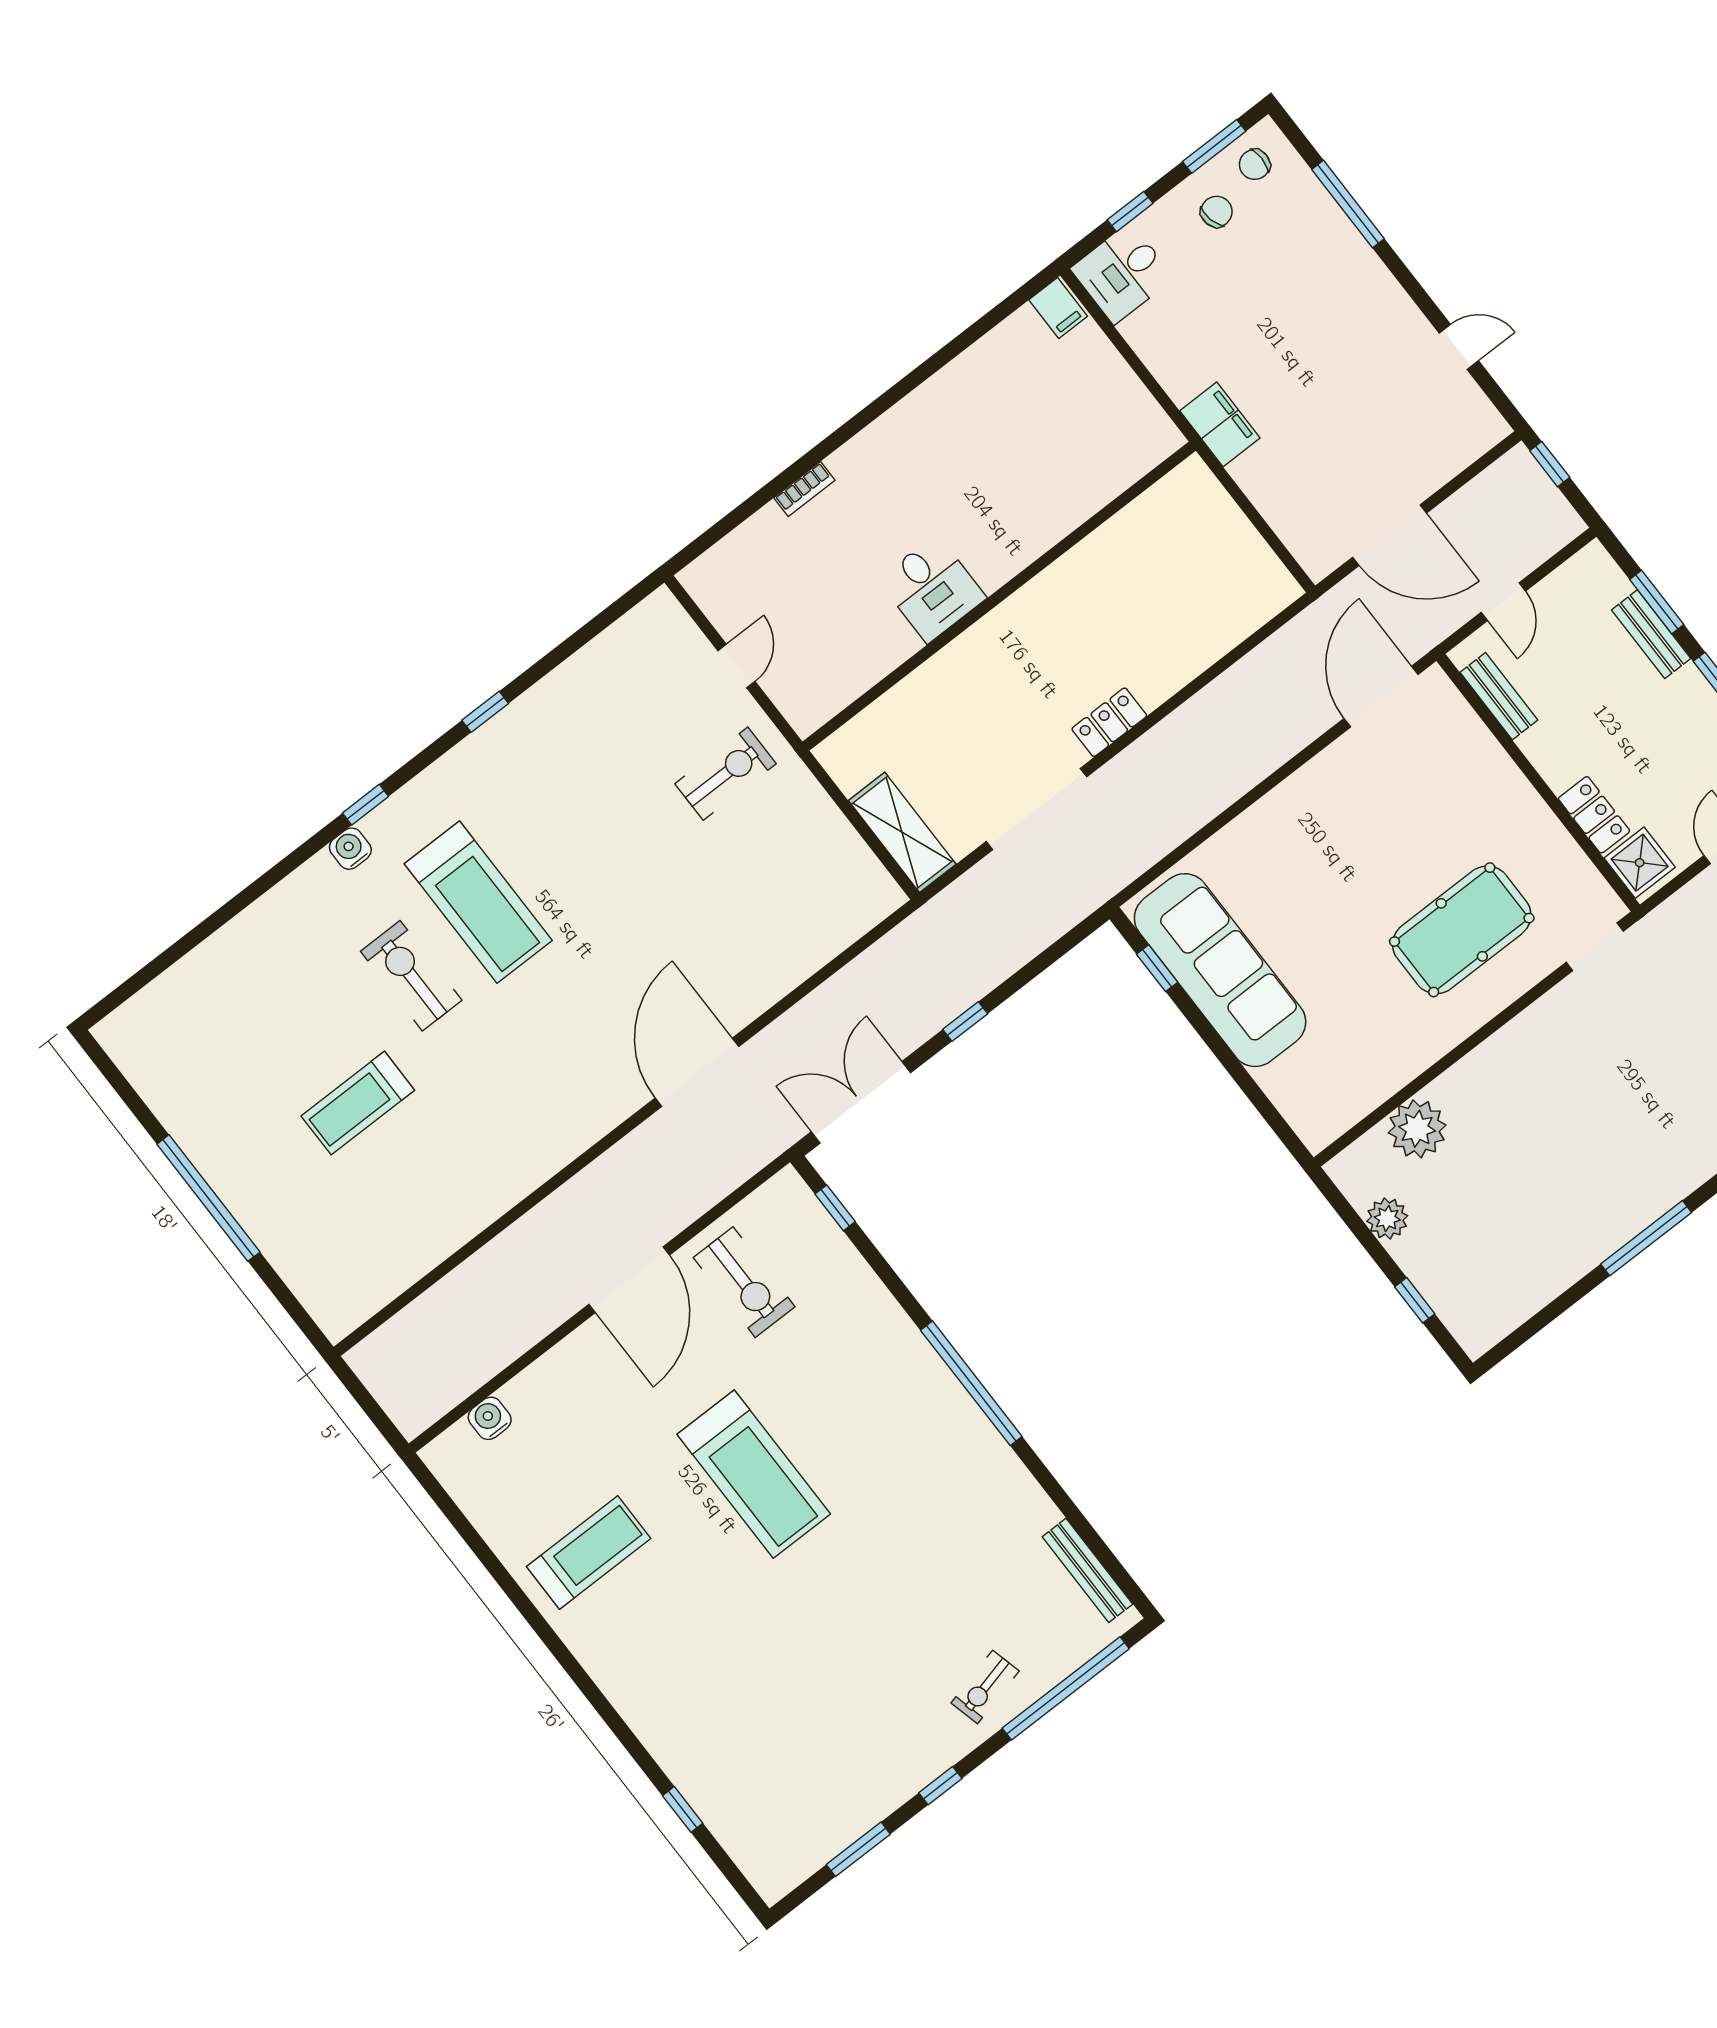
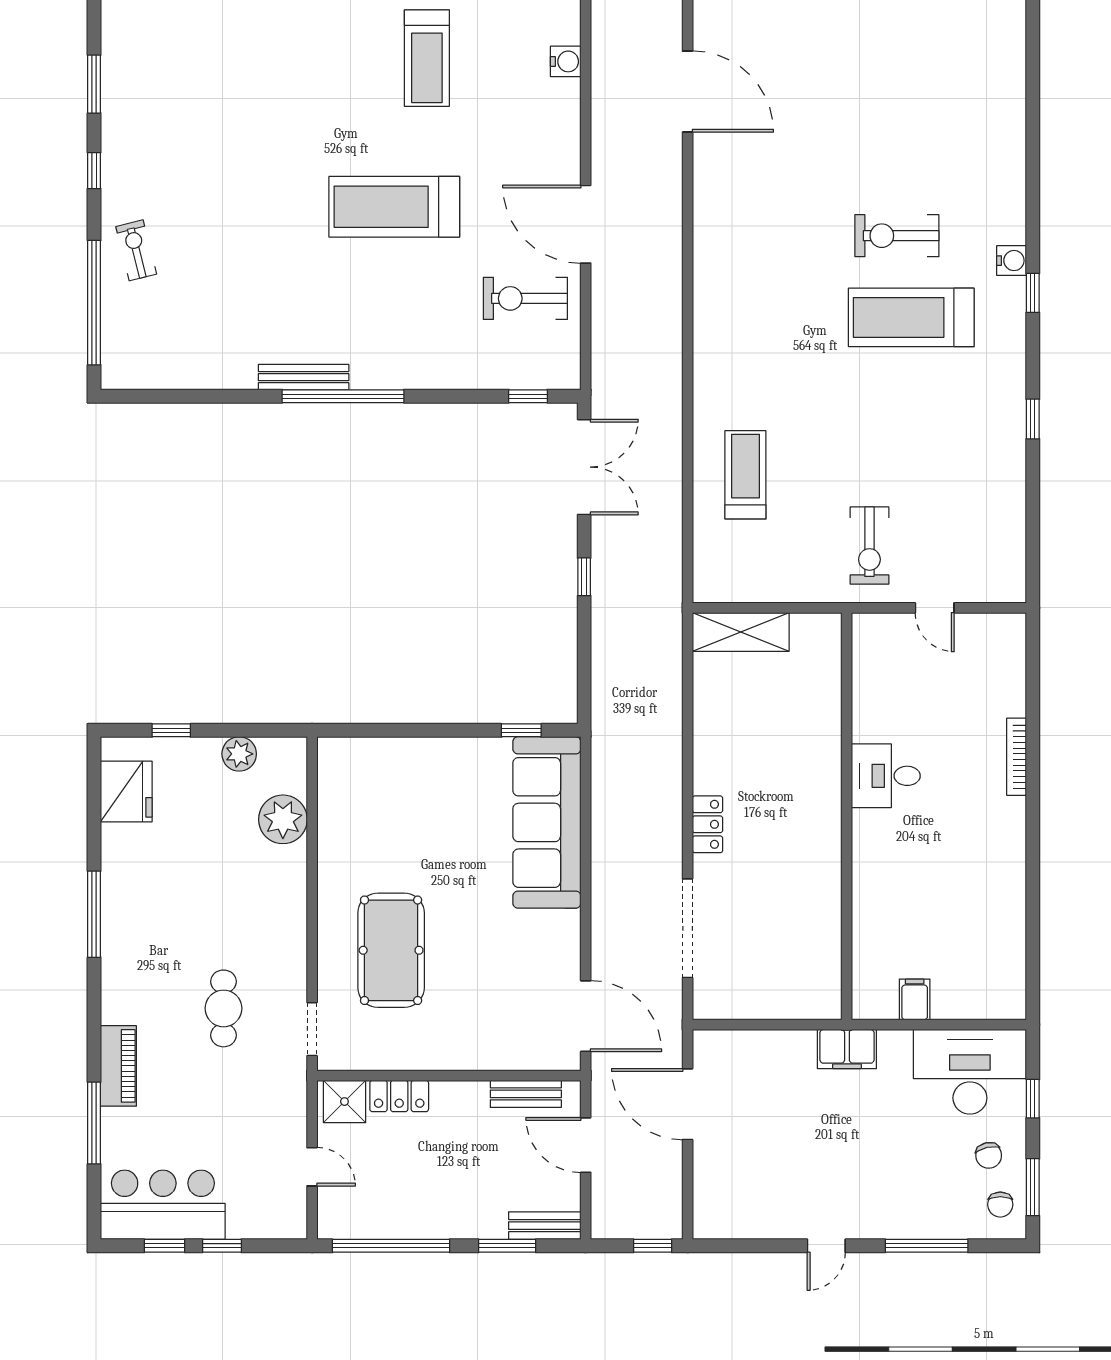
chair: (1255, 164) -> (1000, 1205), turned 180
desk: (1122, 273) -> (970, 1072), width x1.87, depth x1.30
filing cabinet: (1058, 308) -> (915, 999), moved, turned 90
door: (1459, 347) -> (826, 1246), moved
bookcase: (804, 489) -> (1017, 757), width x1.56
door: (1390, 535) -> (688, 1104), hinge flipped
door: (1503, 602) -> (586, 1145), width x1.38
bench: (1651, 634) -> (545, 1226), moved
doorway: (1036, 809) -> (688, 928), moved
sofa: (1220, 970) -> (547, 822), moved, turned 90
exercise bike: (411, 976) -> (897, 236), turned 180
cafe table: (1640, 1046) -> (224, 1008), added
door: (697, 1072) -> (688, 92), moved
treadmill: (358, 1103) -> (745, 475), moved
fridge: (1506, 1298) -> (126, 791), added
bench: (1087, 1570) -> (304, 377), moved

